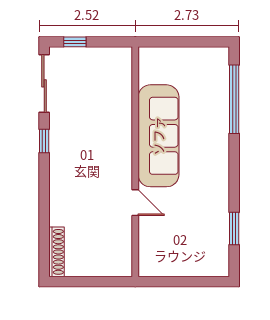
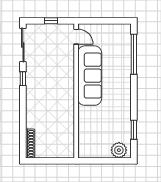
window: (75, 42) -> (51, 21), moved
door: (135, 203) -> (76, 37), moved
plant: (208, 263) -> (119, 150), added

